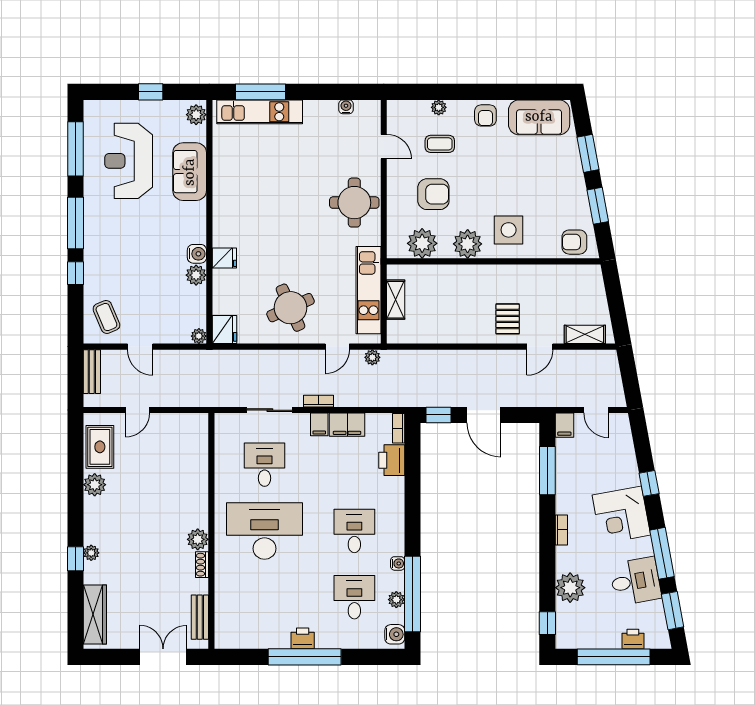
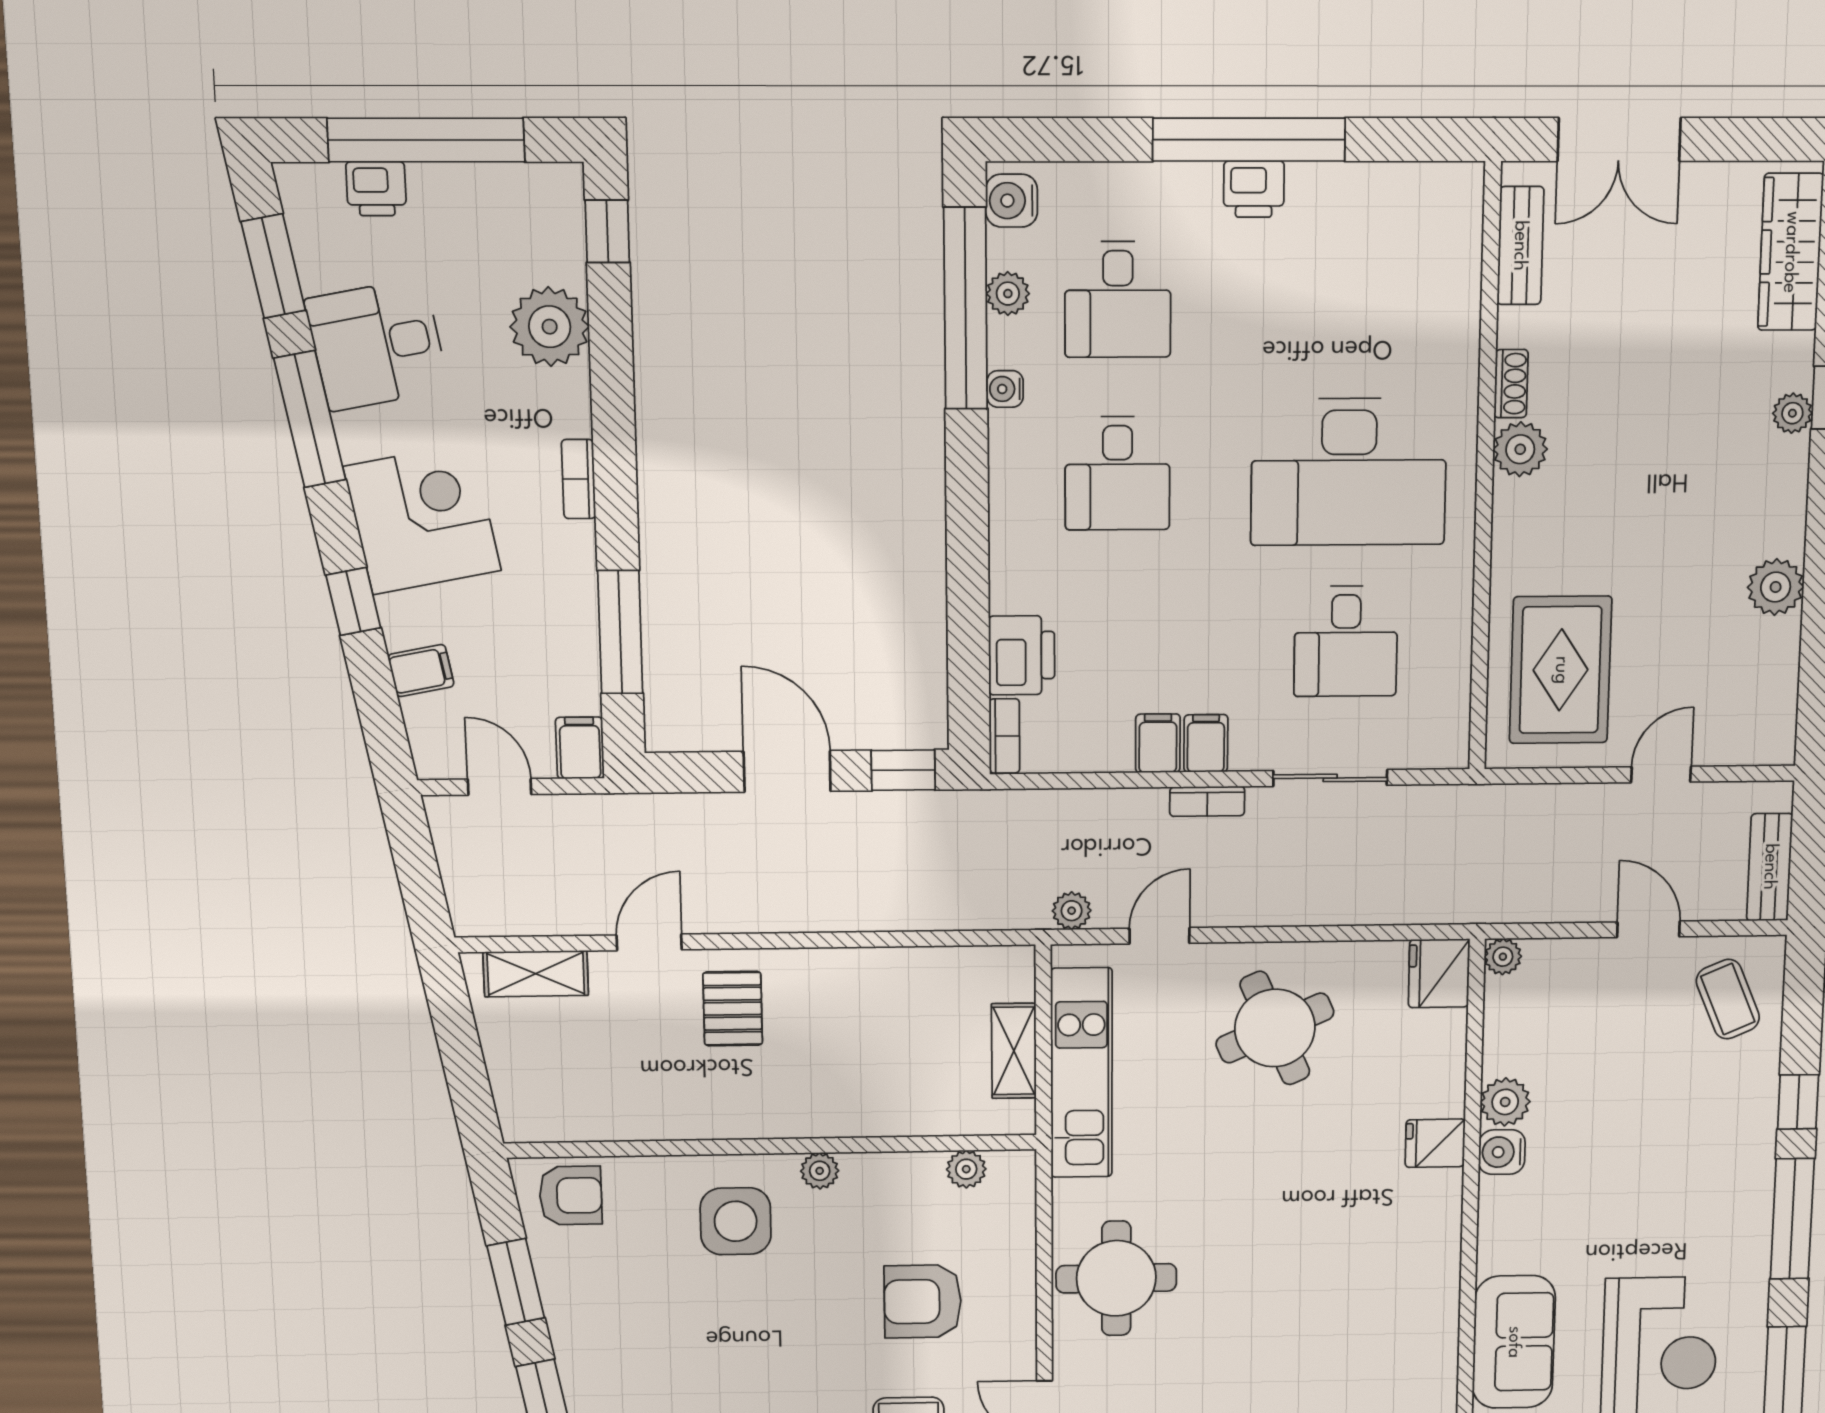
plant: (422, 243) -> (966, 1169), width x0.53, depth x0.53
plant: (468, 244) -> (820, 1171), width x0.53, depth x0.53
filing cabinet: (347, 425) -> (1158, 743), width x0.50
rug: (100, 447) -> (1561, 670), moved, width x1.36, depth x1.43
filing cabinet: (624, 456) -> (421, 671), added

